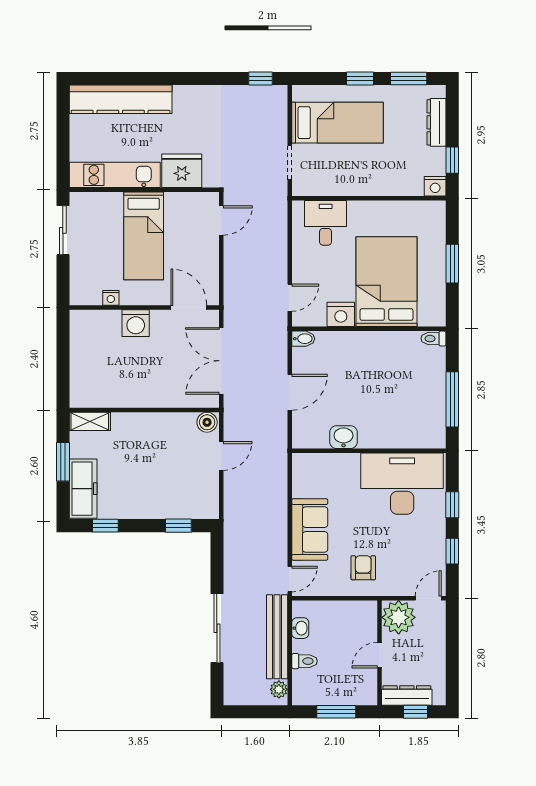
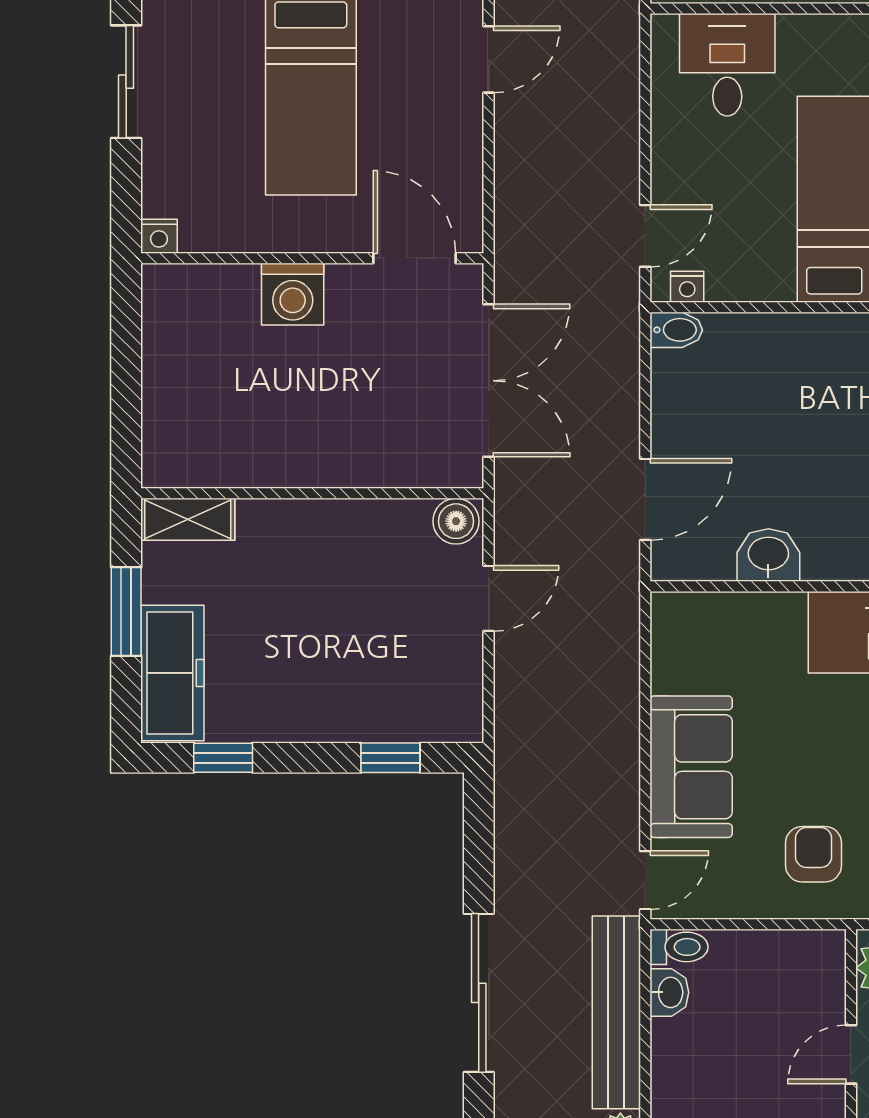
nightstand: (111, 298) -> (159, 236), moved
nightstand: (341, 314) -> (687, 287), moved, width x0.53, depth x0.56
double door: (221, 361) -> (489, 381), swing flipped
door: (290, 392) -> (645, 499), moved
toilet: (304, 661) -> (679, 947), moved

